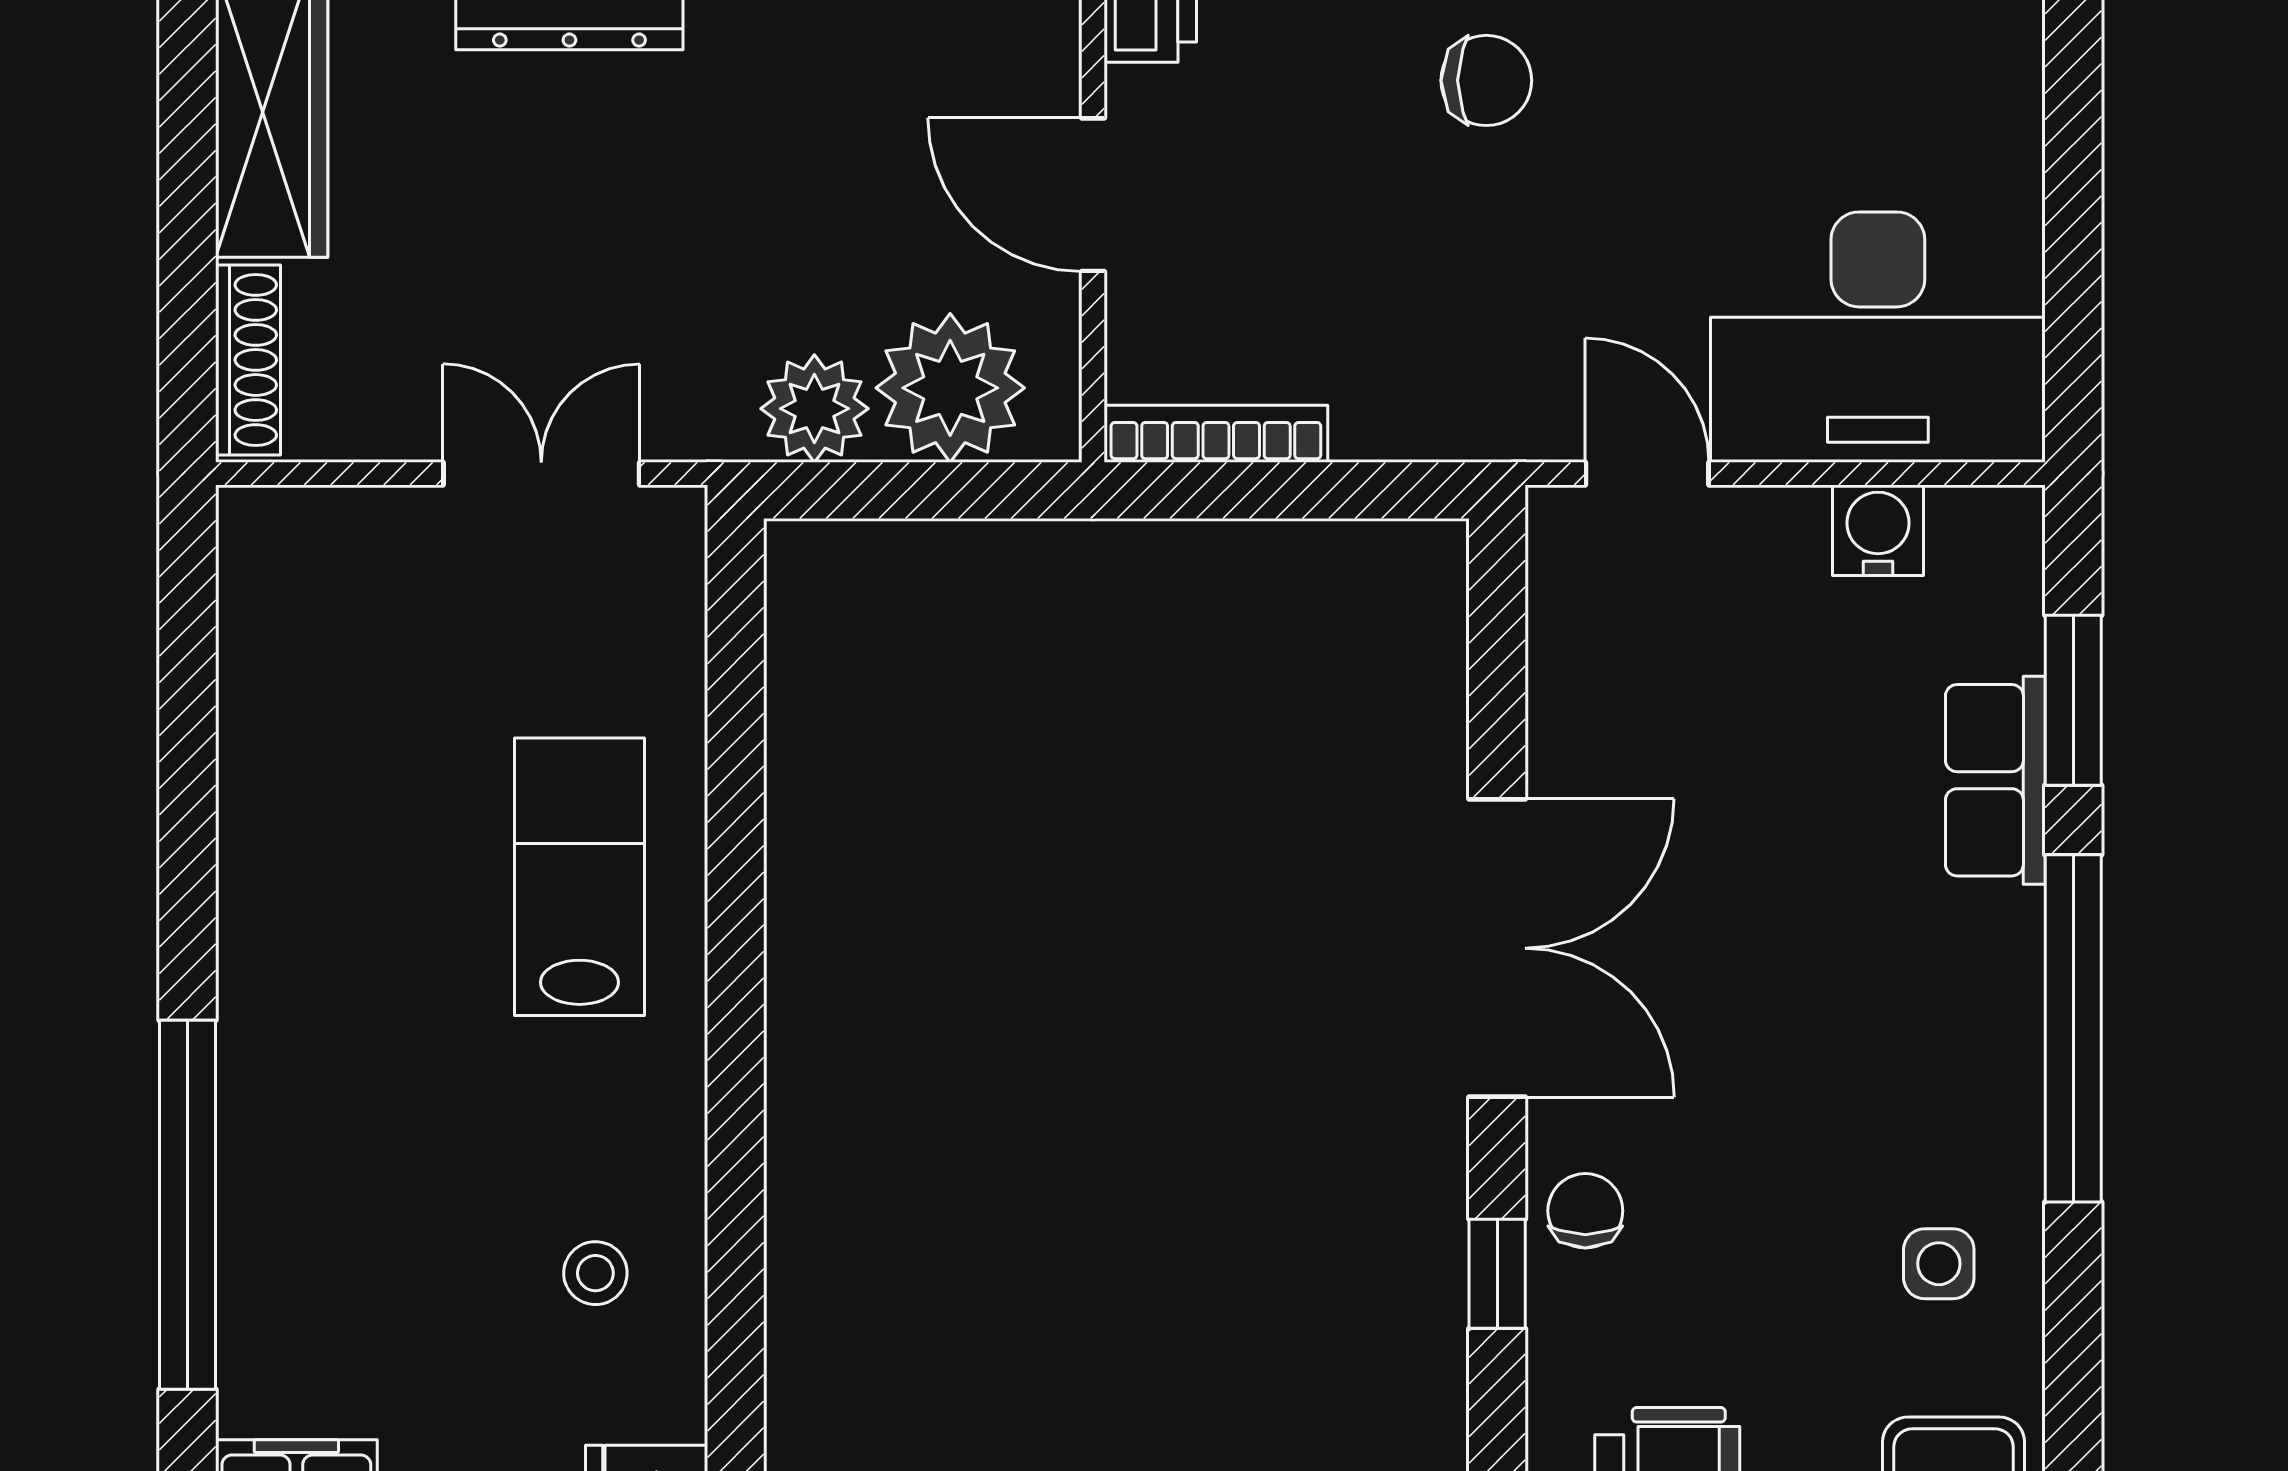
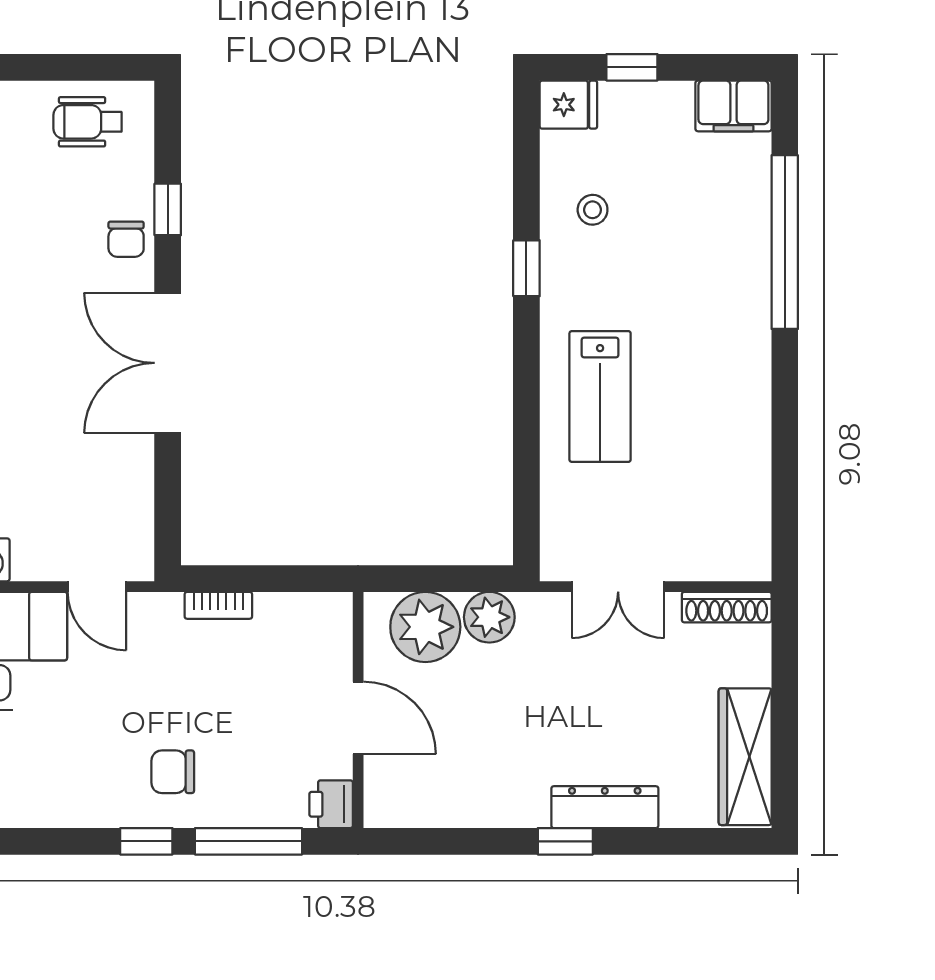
shoe rack: (248, 360) -> (727, 607), moved, turned -90
bookcase: (1216, 434) -> (218, 605), moved, width x0.64
window: (736, 1149) -> (526, 268), added

